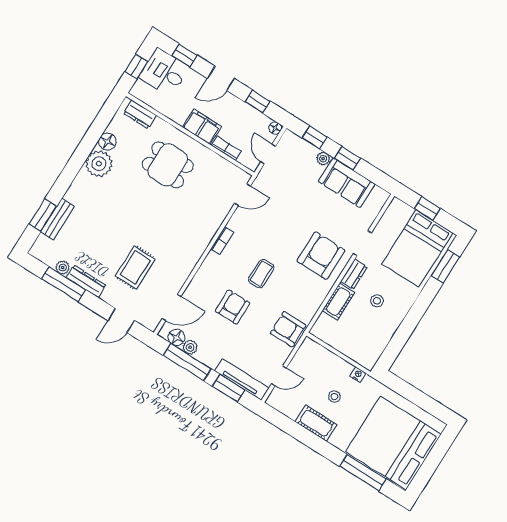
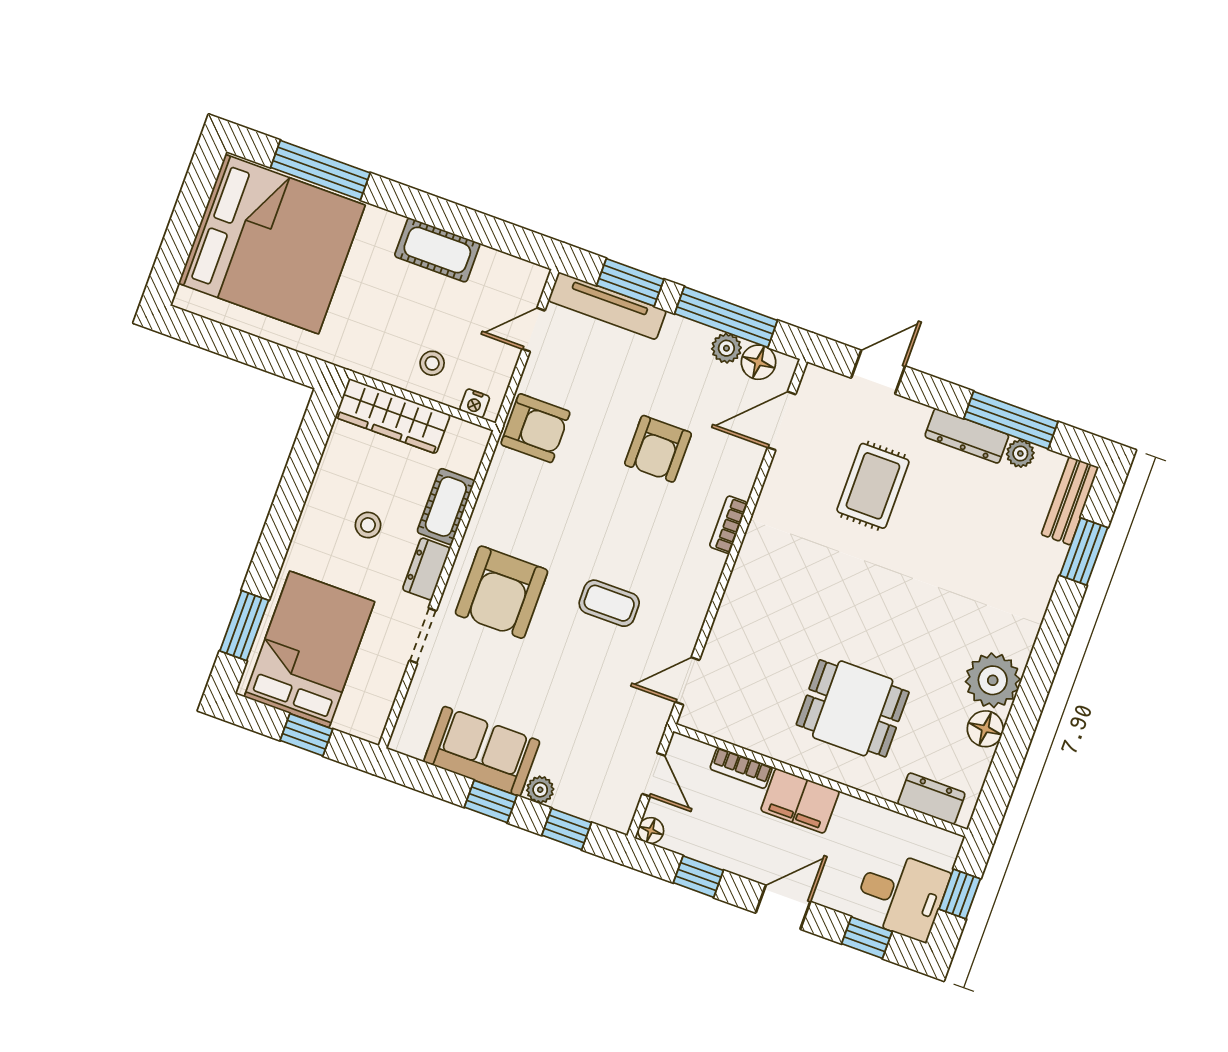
bench: (57, 219) -> (1070, 501), moved
bookcase: (222, 241) -> (729, 525), moved
coffee table: (261, 274) -> (609, 603), moved, turned 90
wardrobe: (354, 350) -> (393, 416), added
nightstand: (358, 375) -> (475, 403), moved
stool: (334, 397) -> (432, 363), moved

